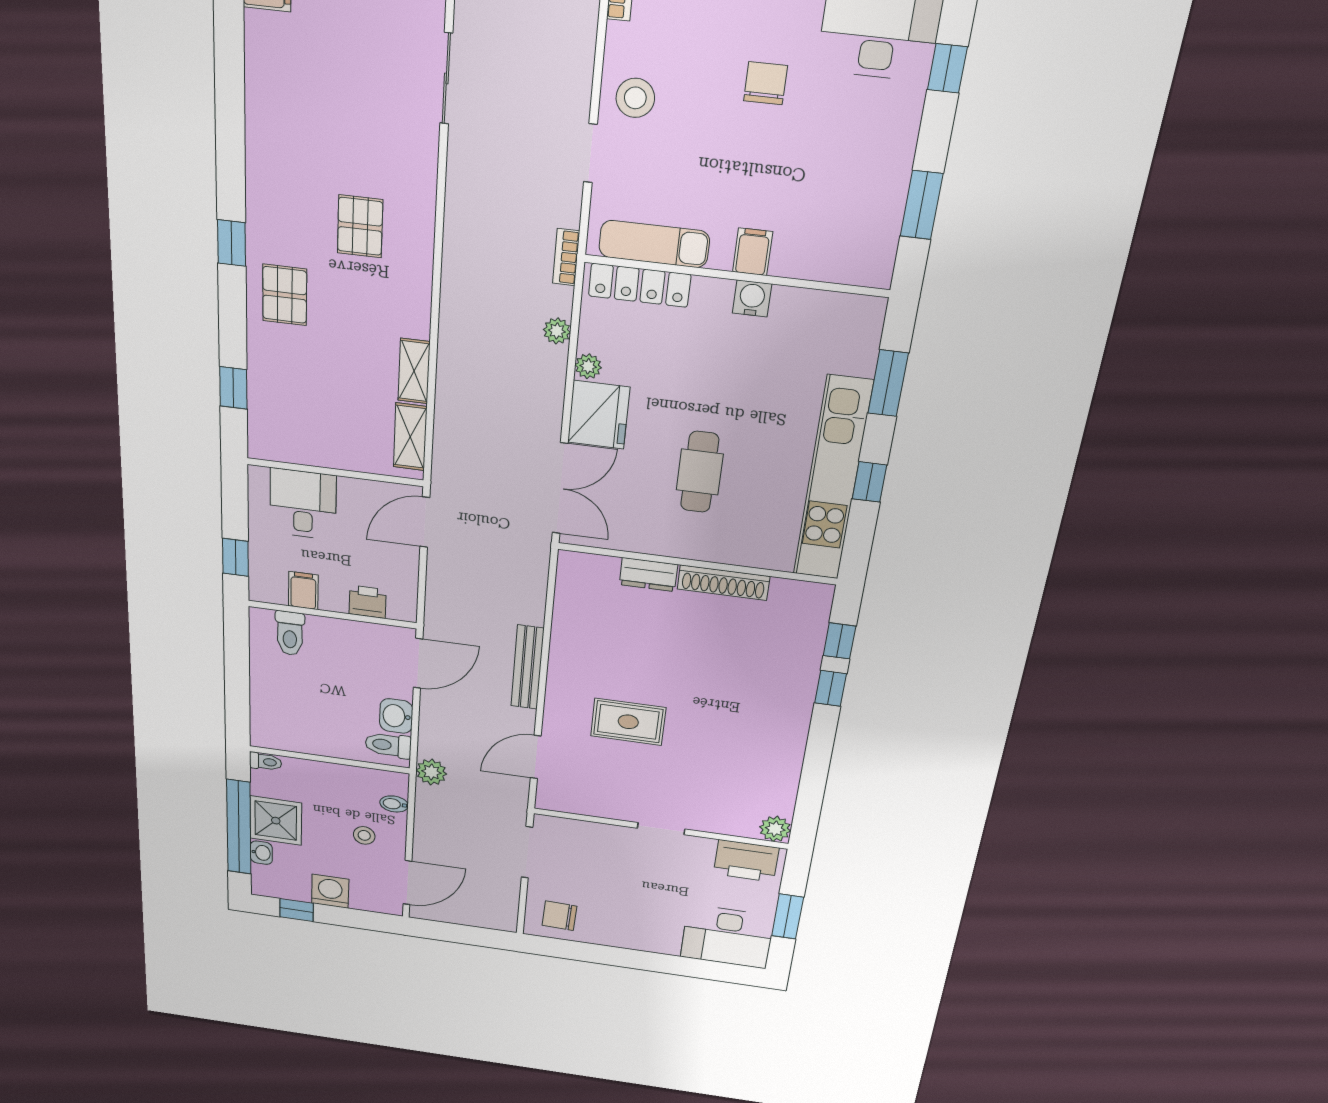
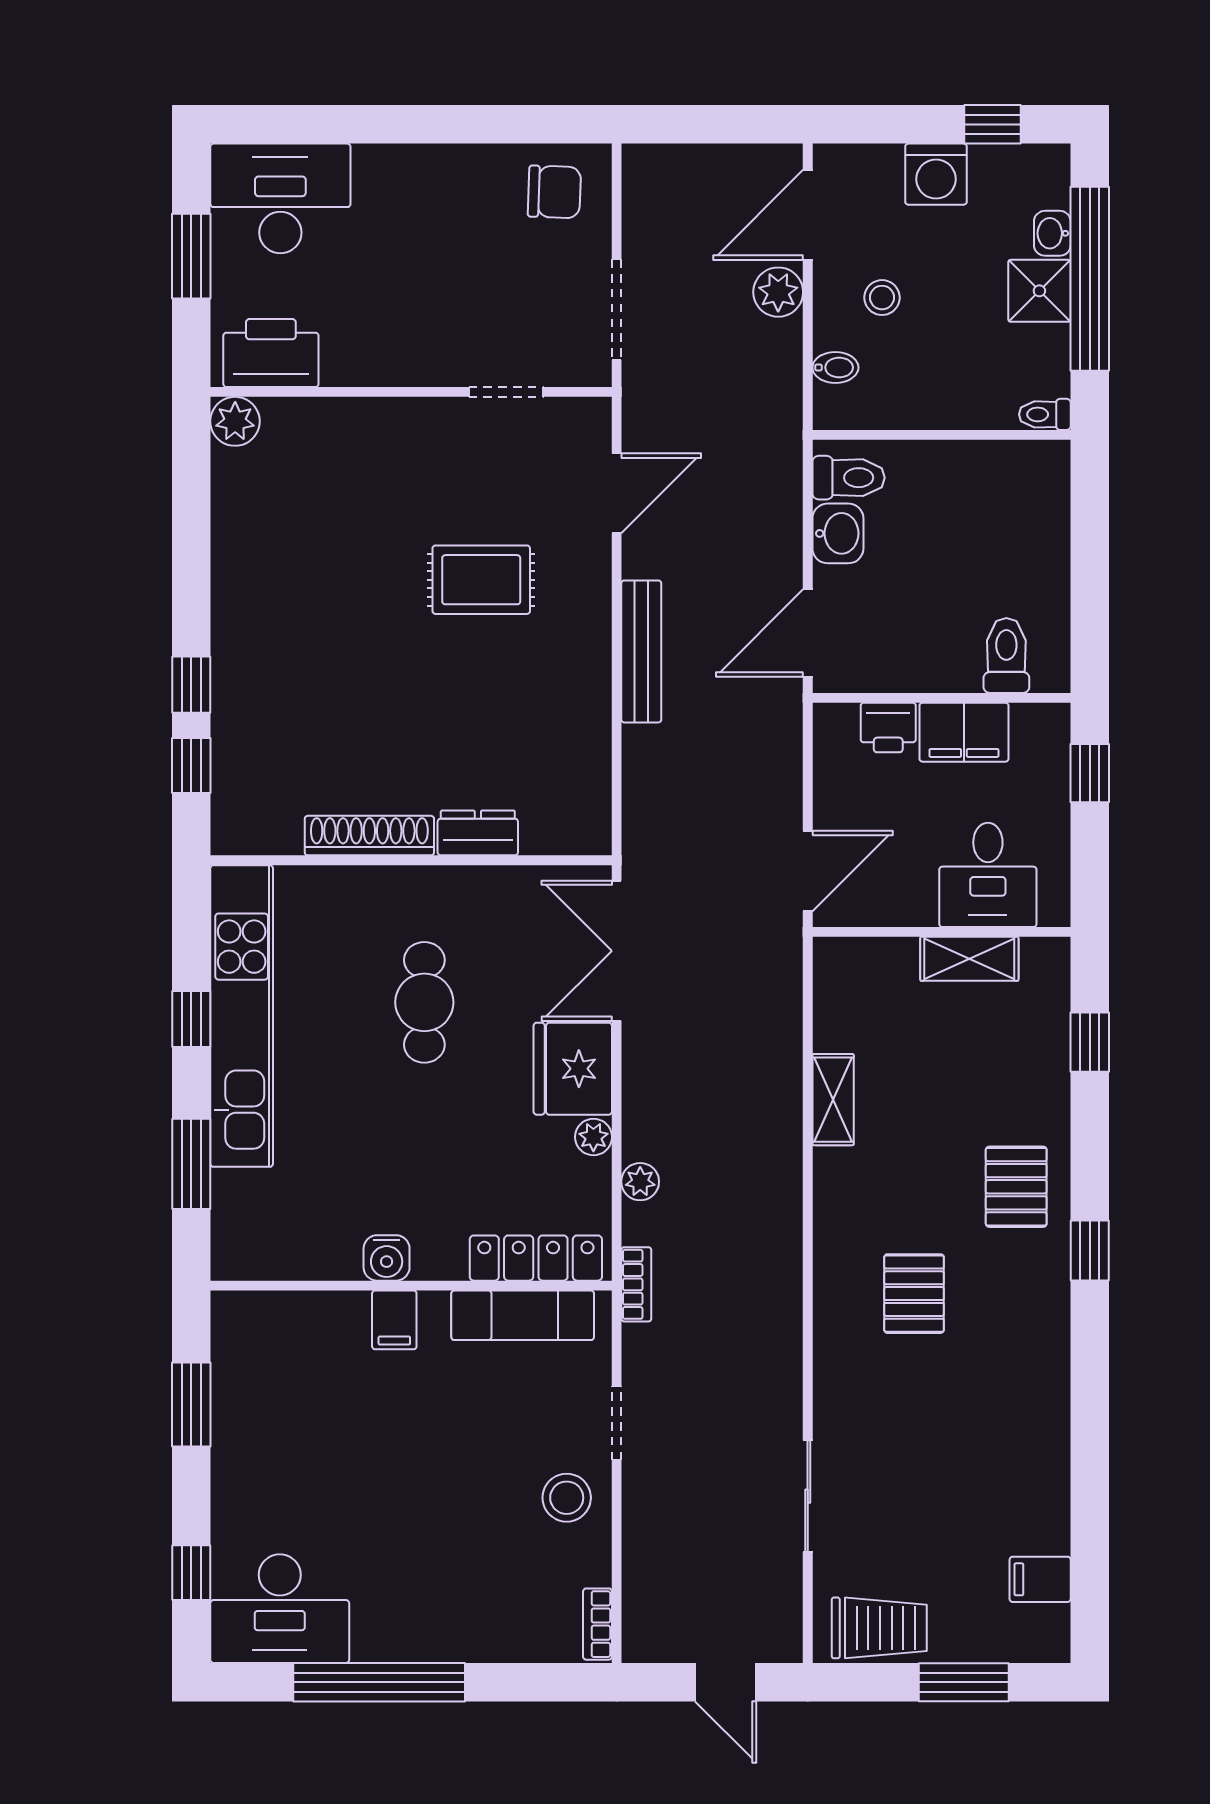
chair: (766, 83) -> (408, 1532), removed
shelving: (410, 437) -> (969, 959), moved, turned 90
filing cabinet: (303, 591) -> (964, 732), width x2.00
plant: (431, 772) -> (778, 292), moved
shower: (276, 821) -> (1039, 291), width x0.73, depth x0.73
doorway: (661, 829) -> (506, 392), moved

